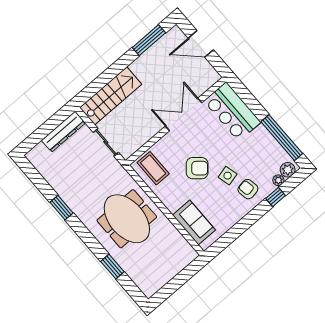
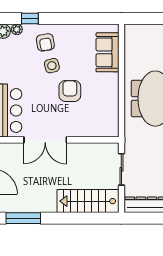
coffee table: (153, 168) -> (103, 119), removed
armchair: (197, 168) -> (70, 91), turned 49

